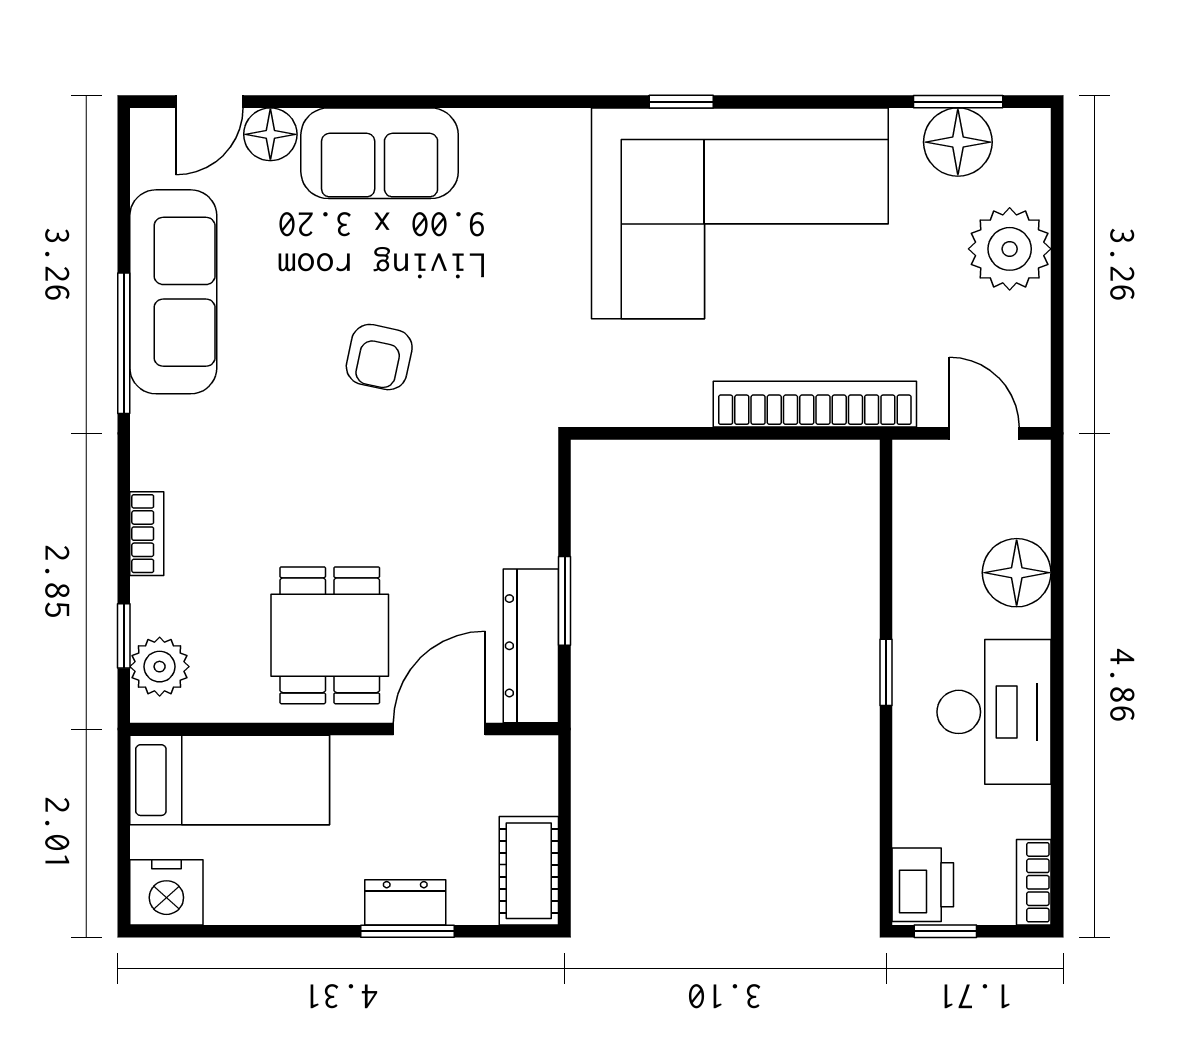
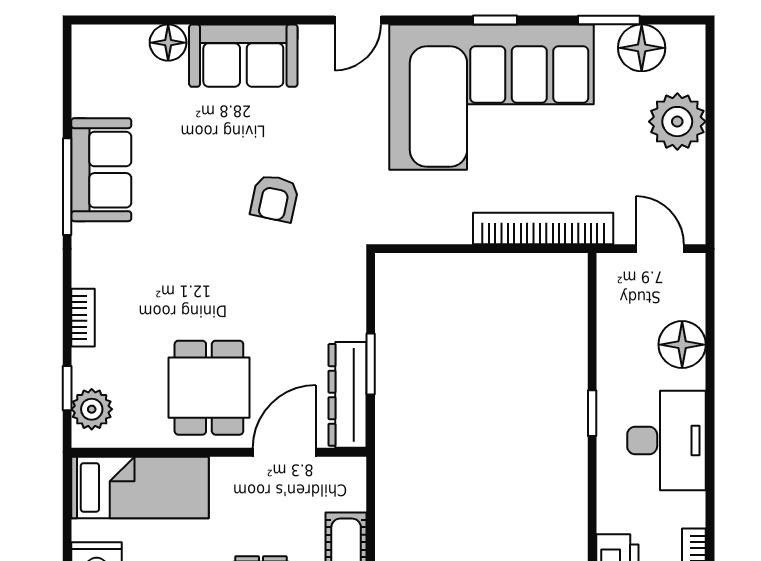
door: (209, 102) -> (358, 20), moved
window: (681, 102) -> (495, 20), moved
window: (958, 102) -> (609, 20), moved
sofa: (173, 292) -> (101, 170), width x0.73
armchair: (379, 357) -> (274, 198), moved

